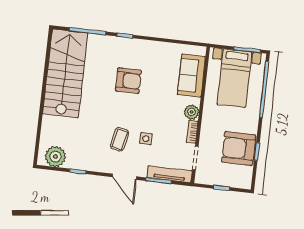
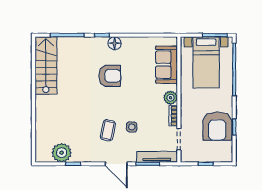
floor lamp: (138, 46) -> (115, 43), added
stairs: (65, 73) -> (46, 65), width x0.73, depth x0.66
armchair: (239, 149) -> (217, 126), turned -90
plant: (55, 157) -> (62, 153), moved

